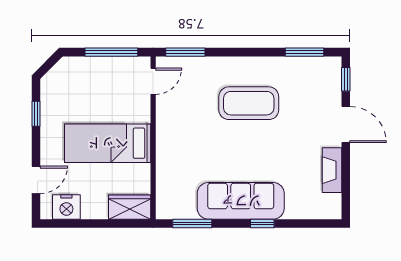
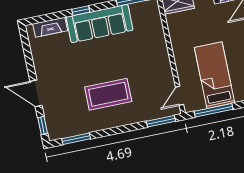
bed: (108, 143) -> (214, 75), moved, turned -90
fireplace: (332, 170) -> (50, 27), moved, turned 90

